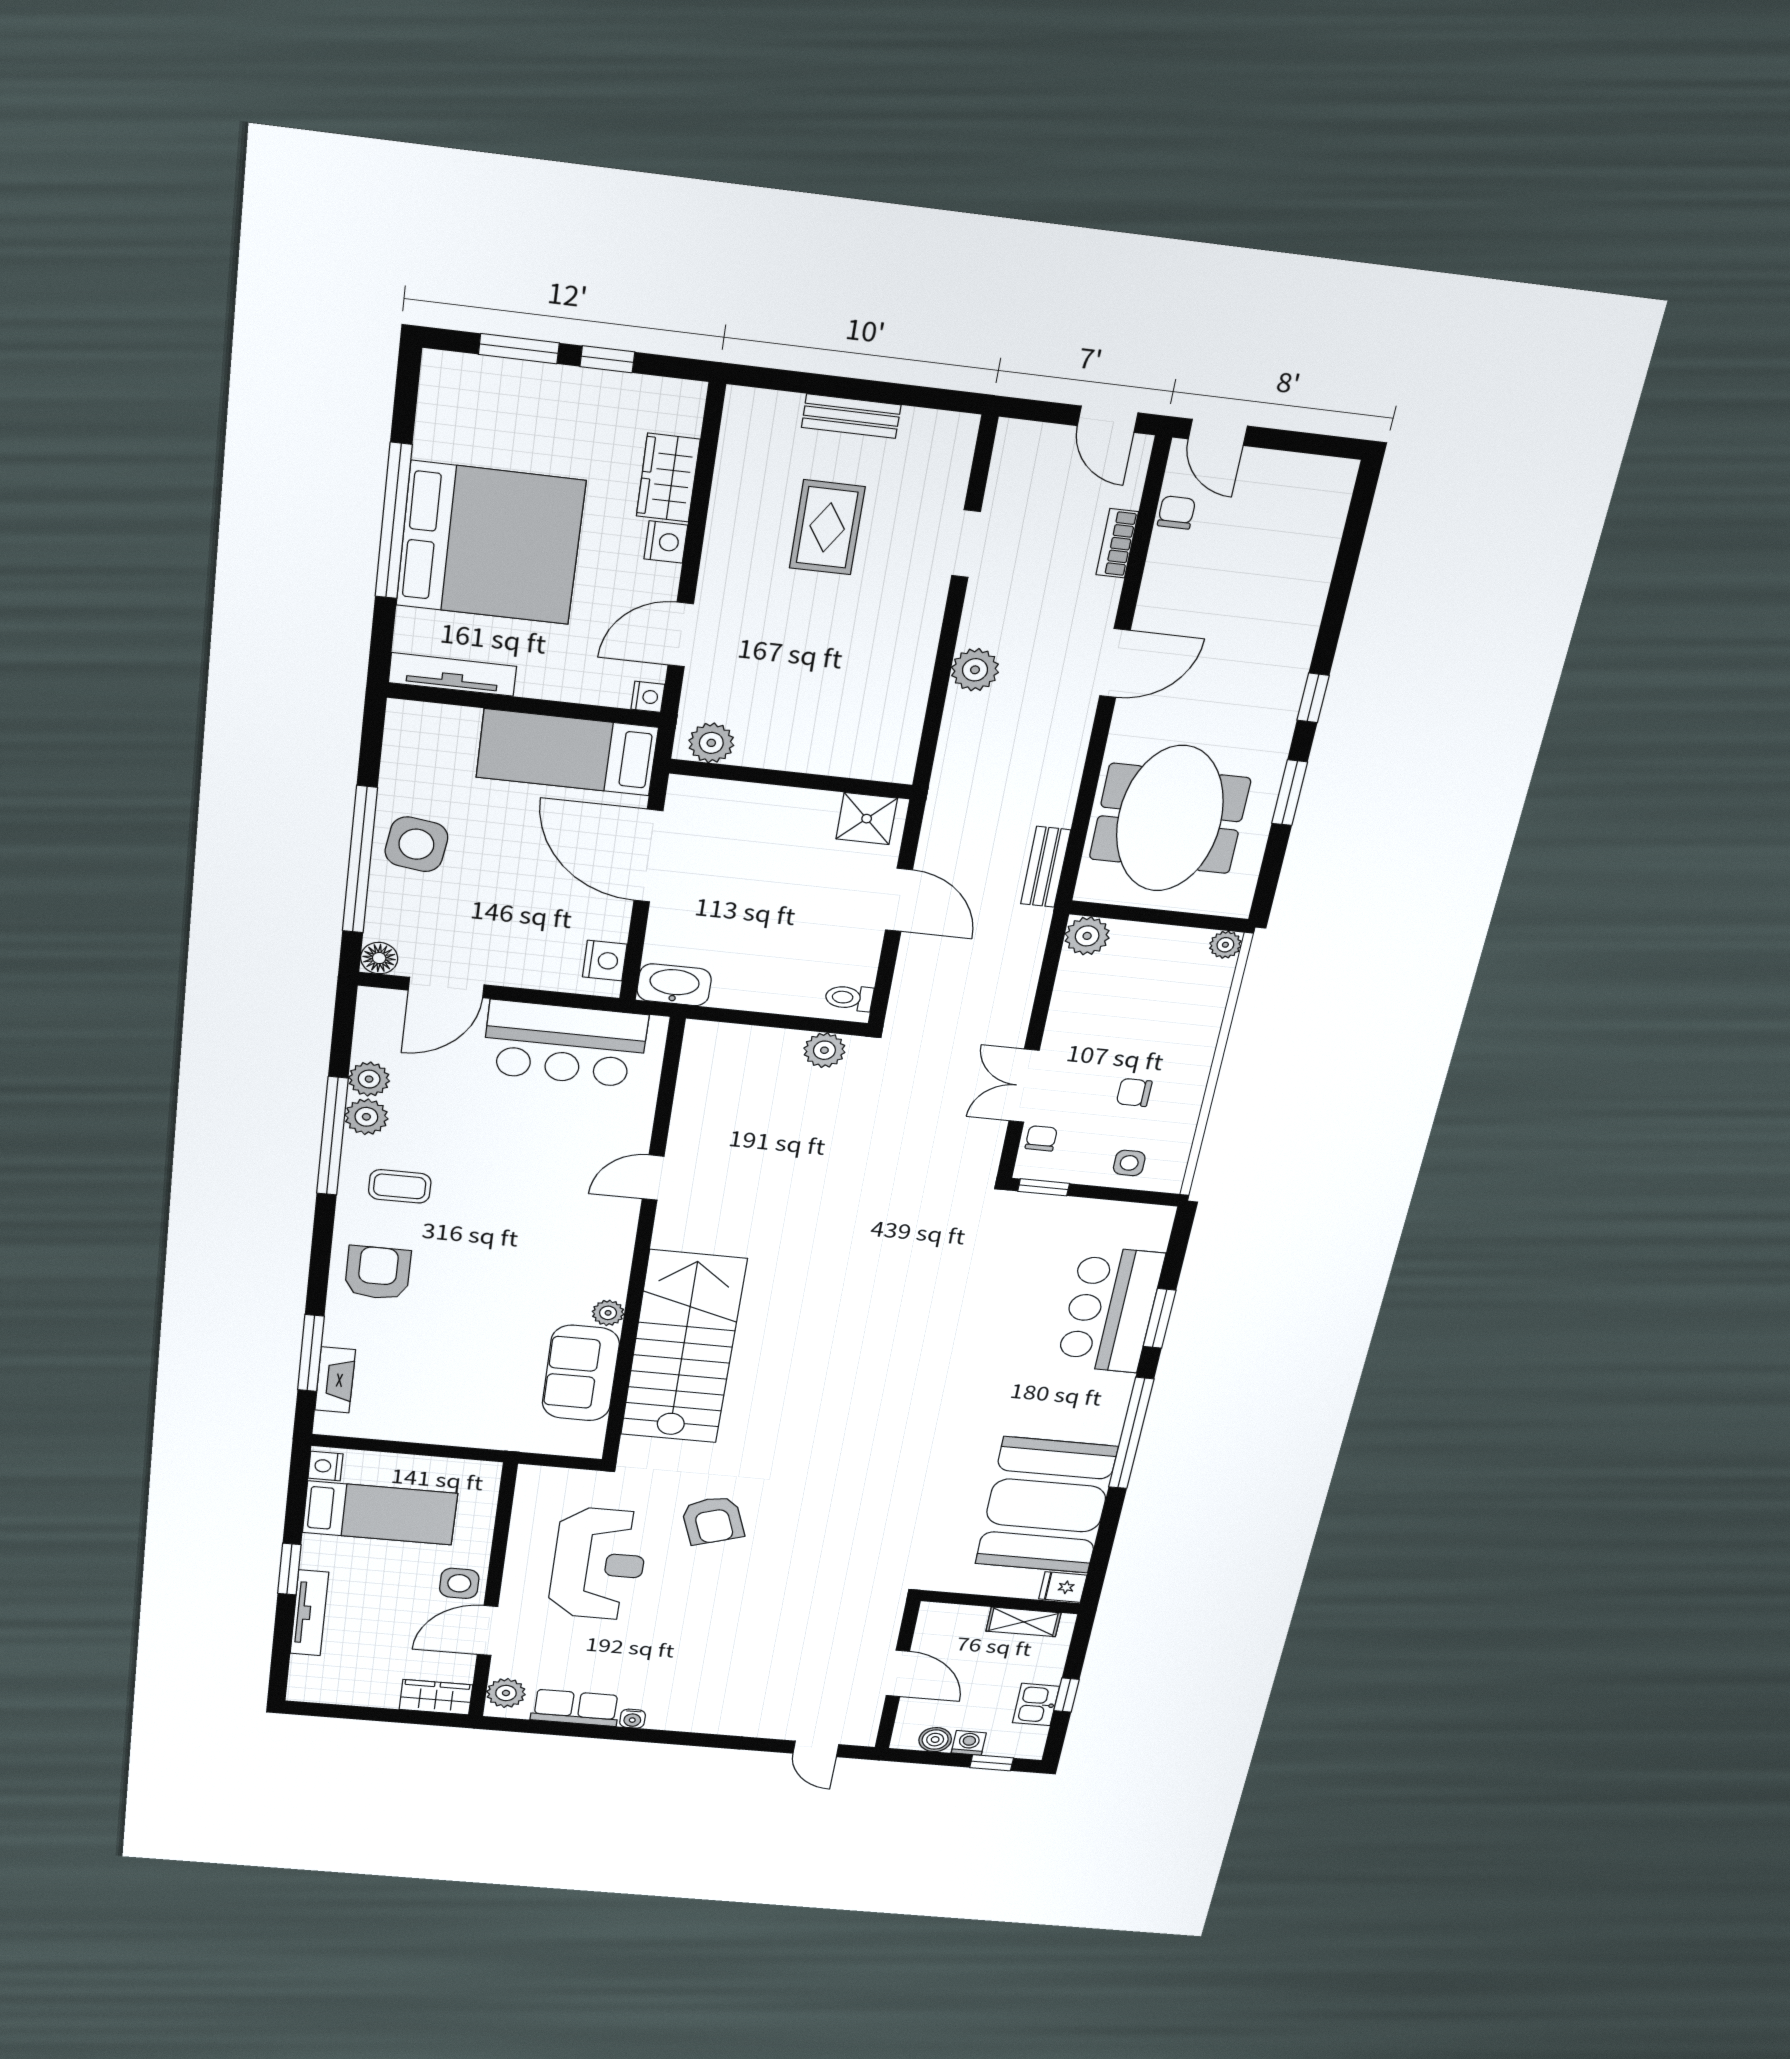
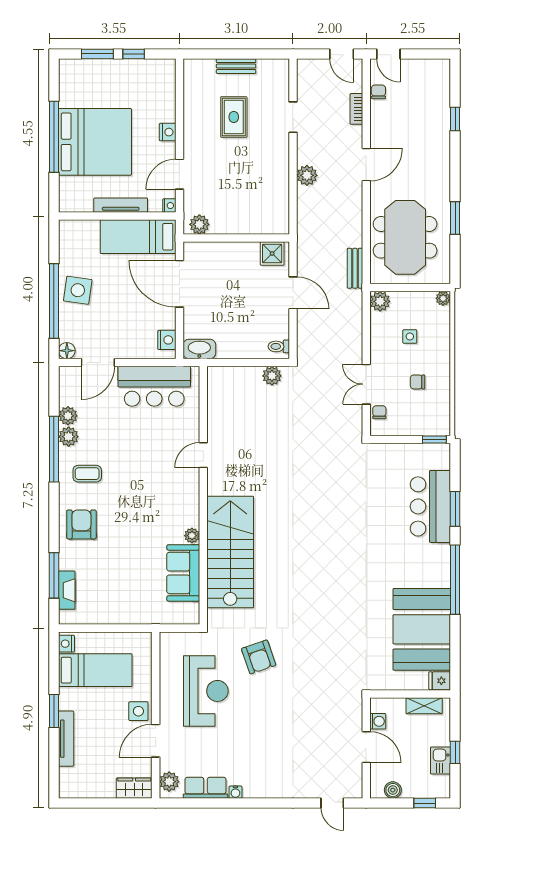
wardrobe: (668, 478) -> (165, 103), removed
tv unit: (453, 674) -> (121, 205), moved
window: (1313, 698) -> (455, 119), moved
side table: (1129, 1163) -> (410, 336), moved
window: (1044, 1187) -> (434, 439), moved
washing machine: (969, 1743) -> (378, 721), moved, turned 90

